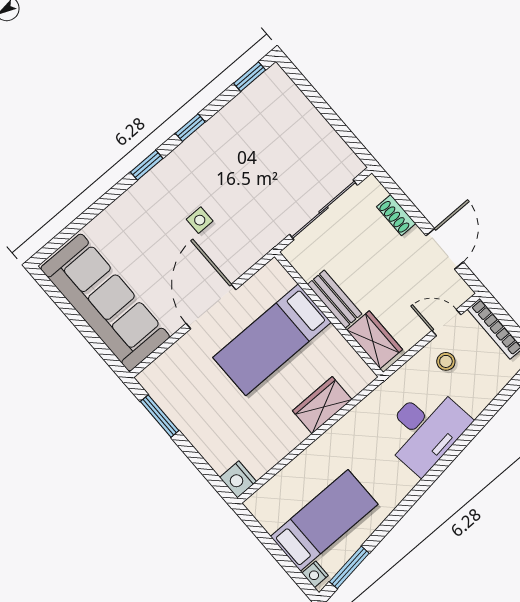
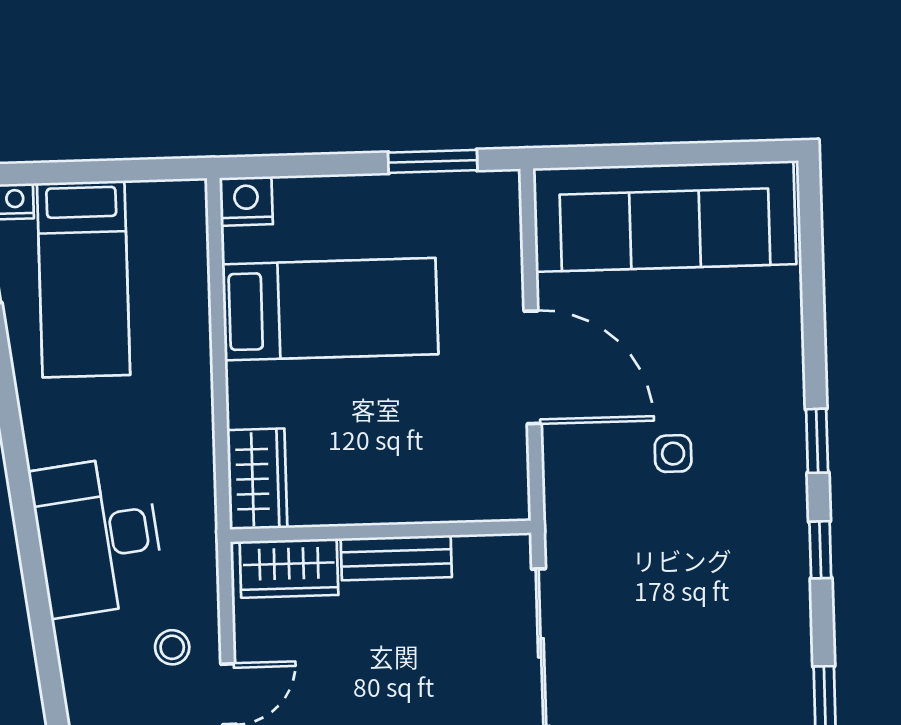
bed: (272, 340) -> (330, 309), moved, turned 90
wardrobe: (322, 405) -> (257, 479), moved

